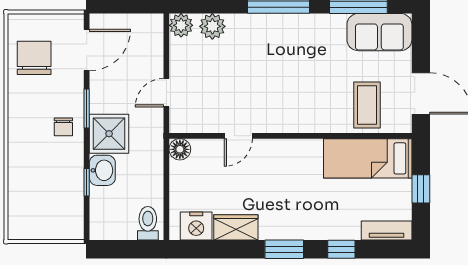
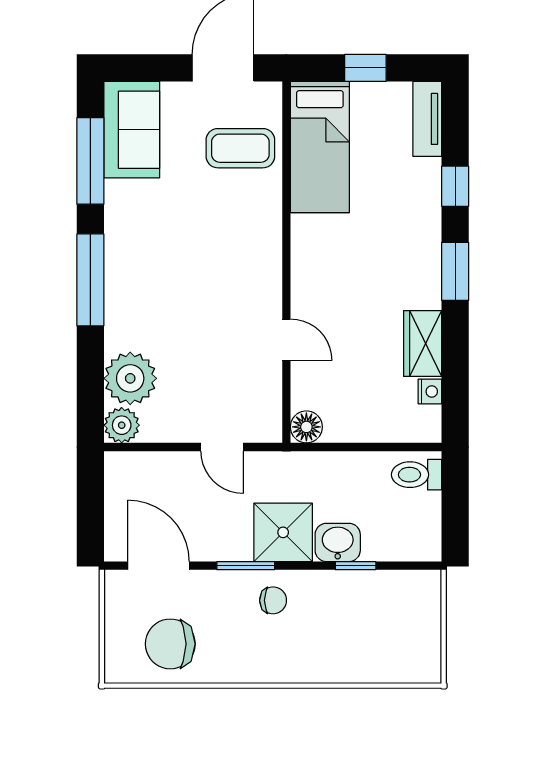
plant: (212, 26) -> (130, 378), width x1.36, depth x1.36
nightstand: (196, 226) -> (430, 392), width x0.53, depth x0.56

